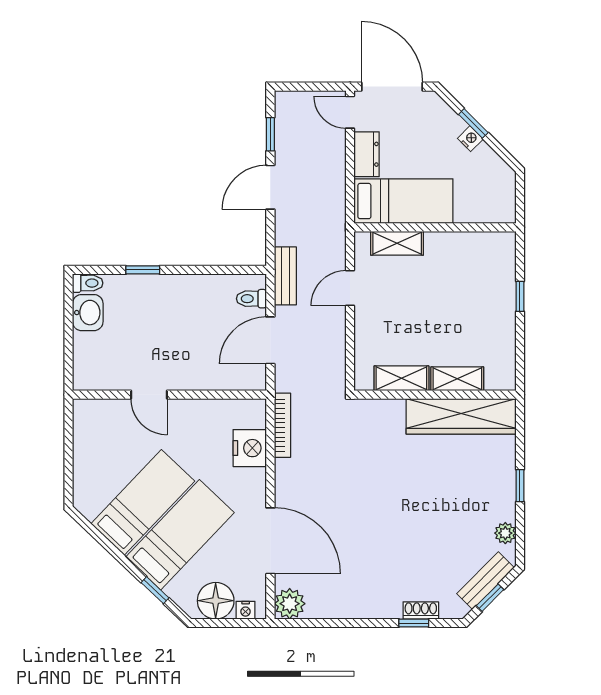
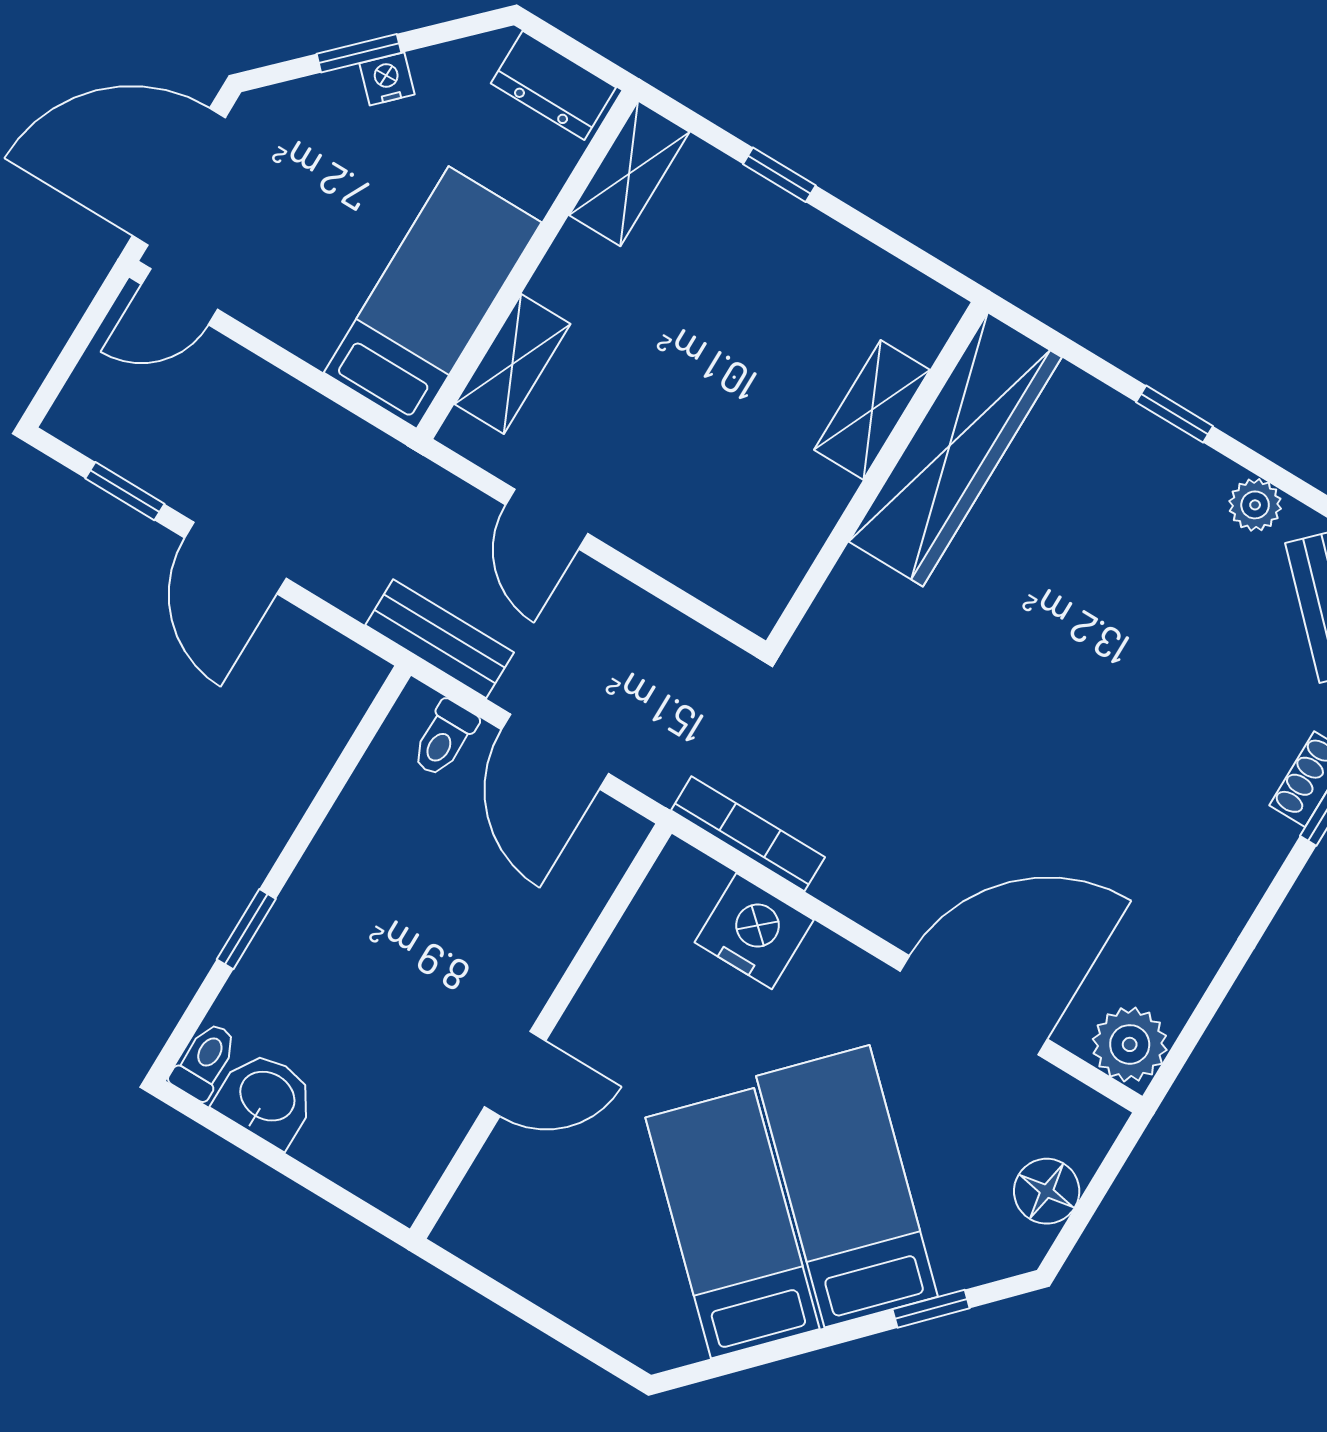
dresser: (367, 154) -> (553, 85), moved, turned 180
shelving: (401, 378) -> (629, 173), moved
floor lamp: (216, 601) -> (1047, 1191), width x0.73, depth x0.73
nightstand: (246, 610) -> (1087, 1145), removed

